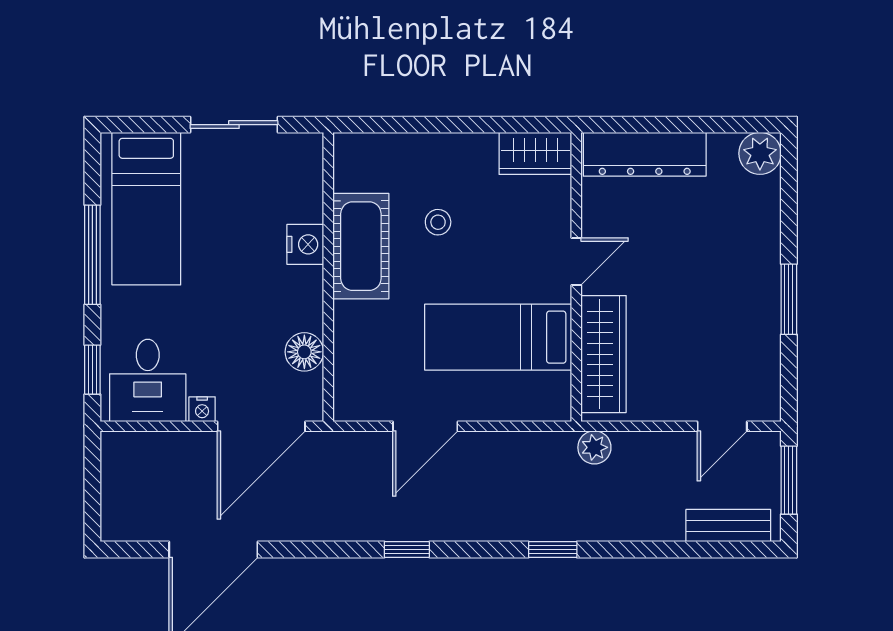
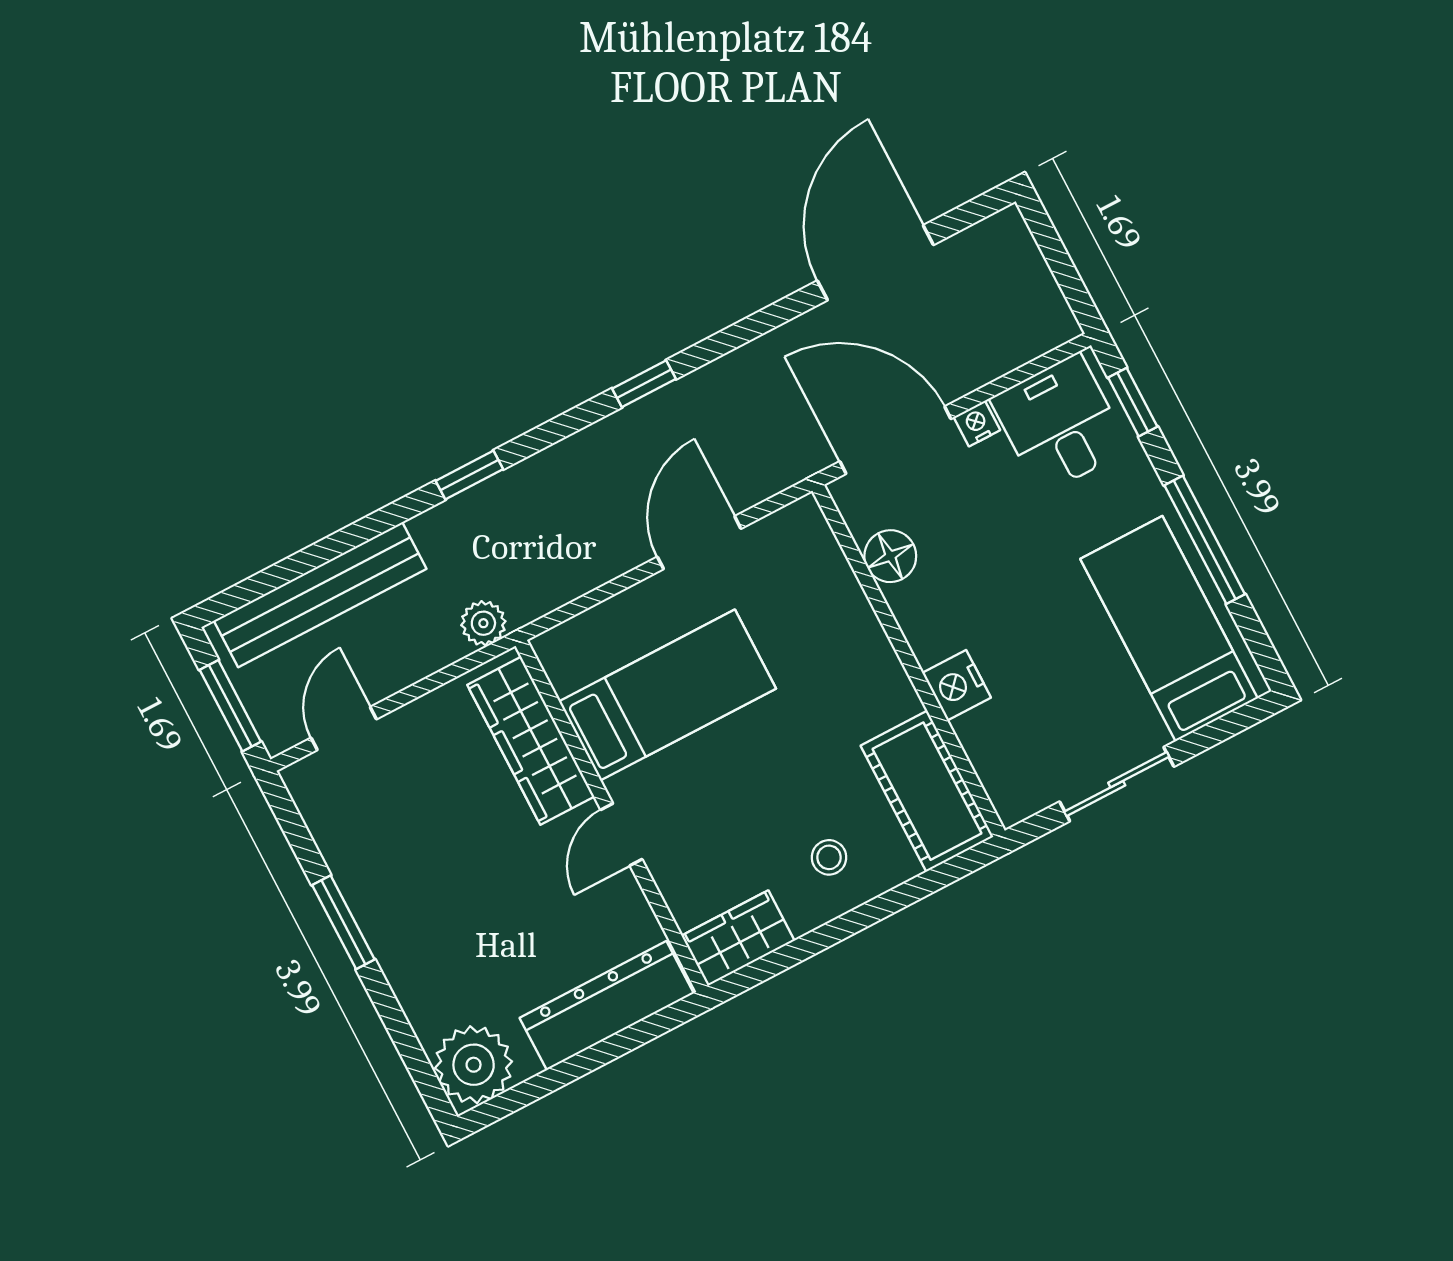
plant: (760, 153) -> (474, 1065), width x1.36, depth x1.36
stool: (438, 222) -> (829, 857), moved
cot: (361, 246) -> (927, 791), moved
door: (261, 426) -> (895, 440), hinge flipped
bench: (728, 526) -> (320, 595), width x1.86, depth x1.21

